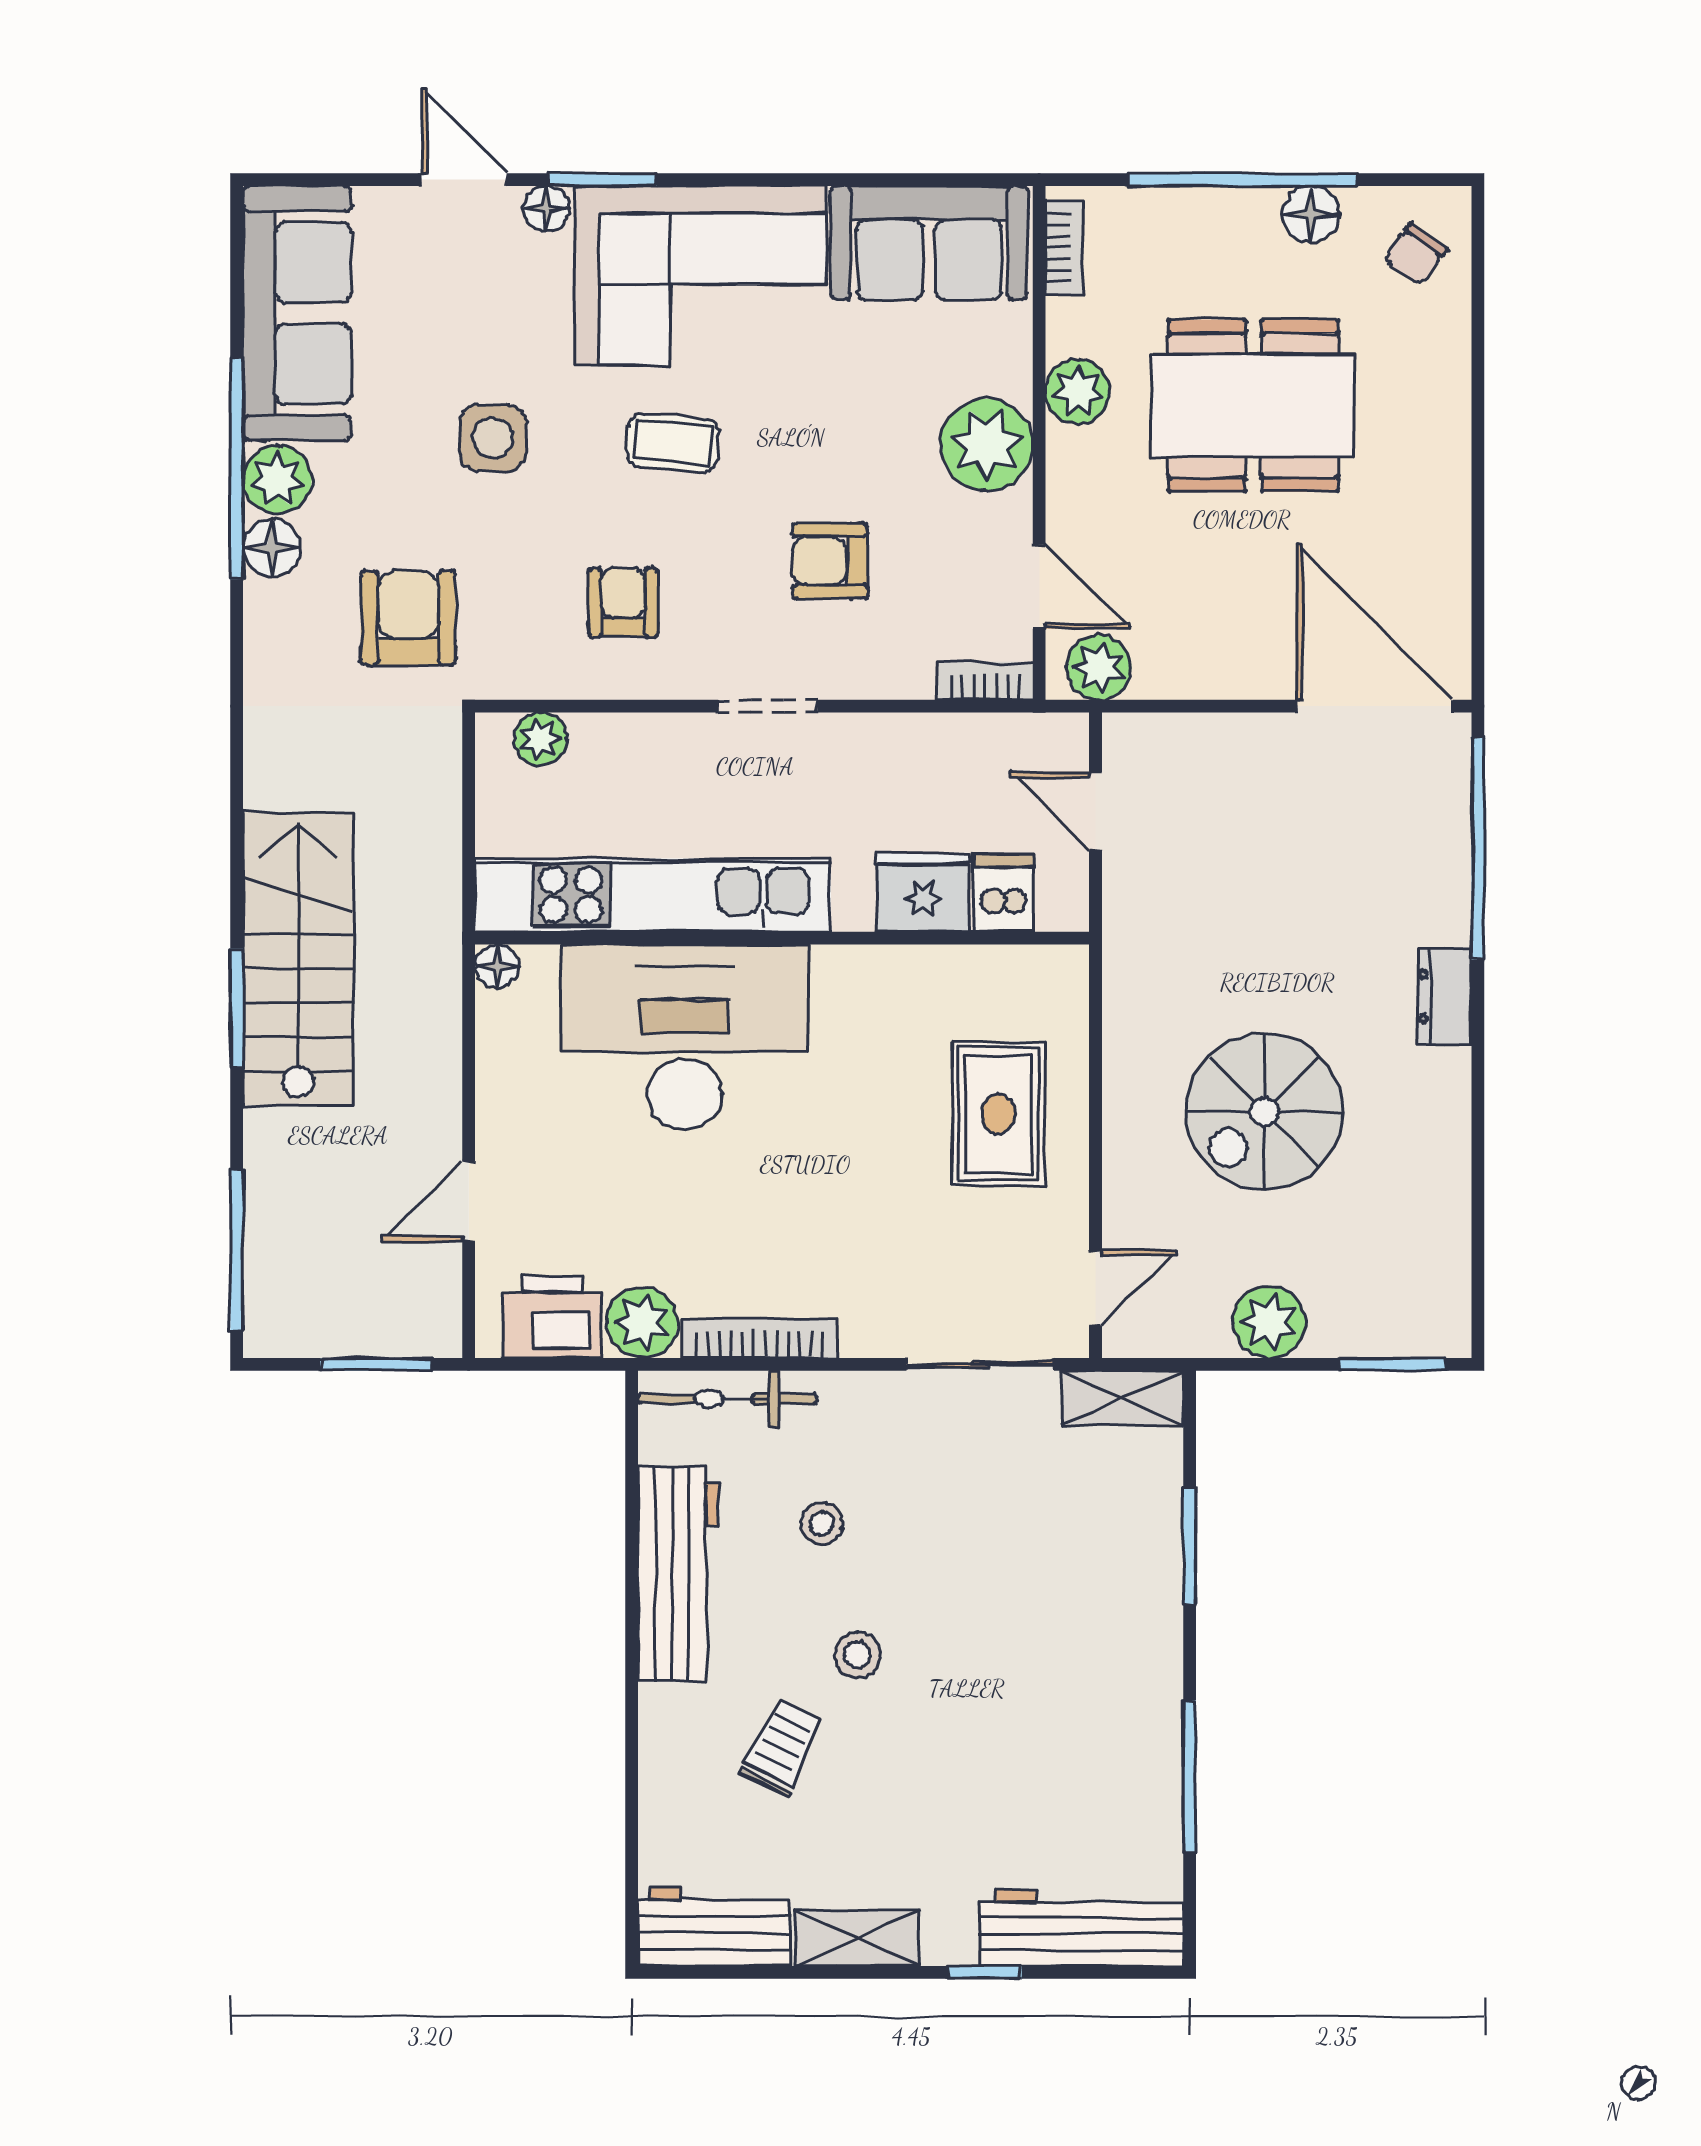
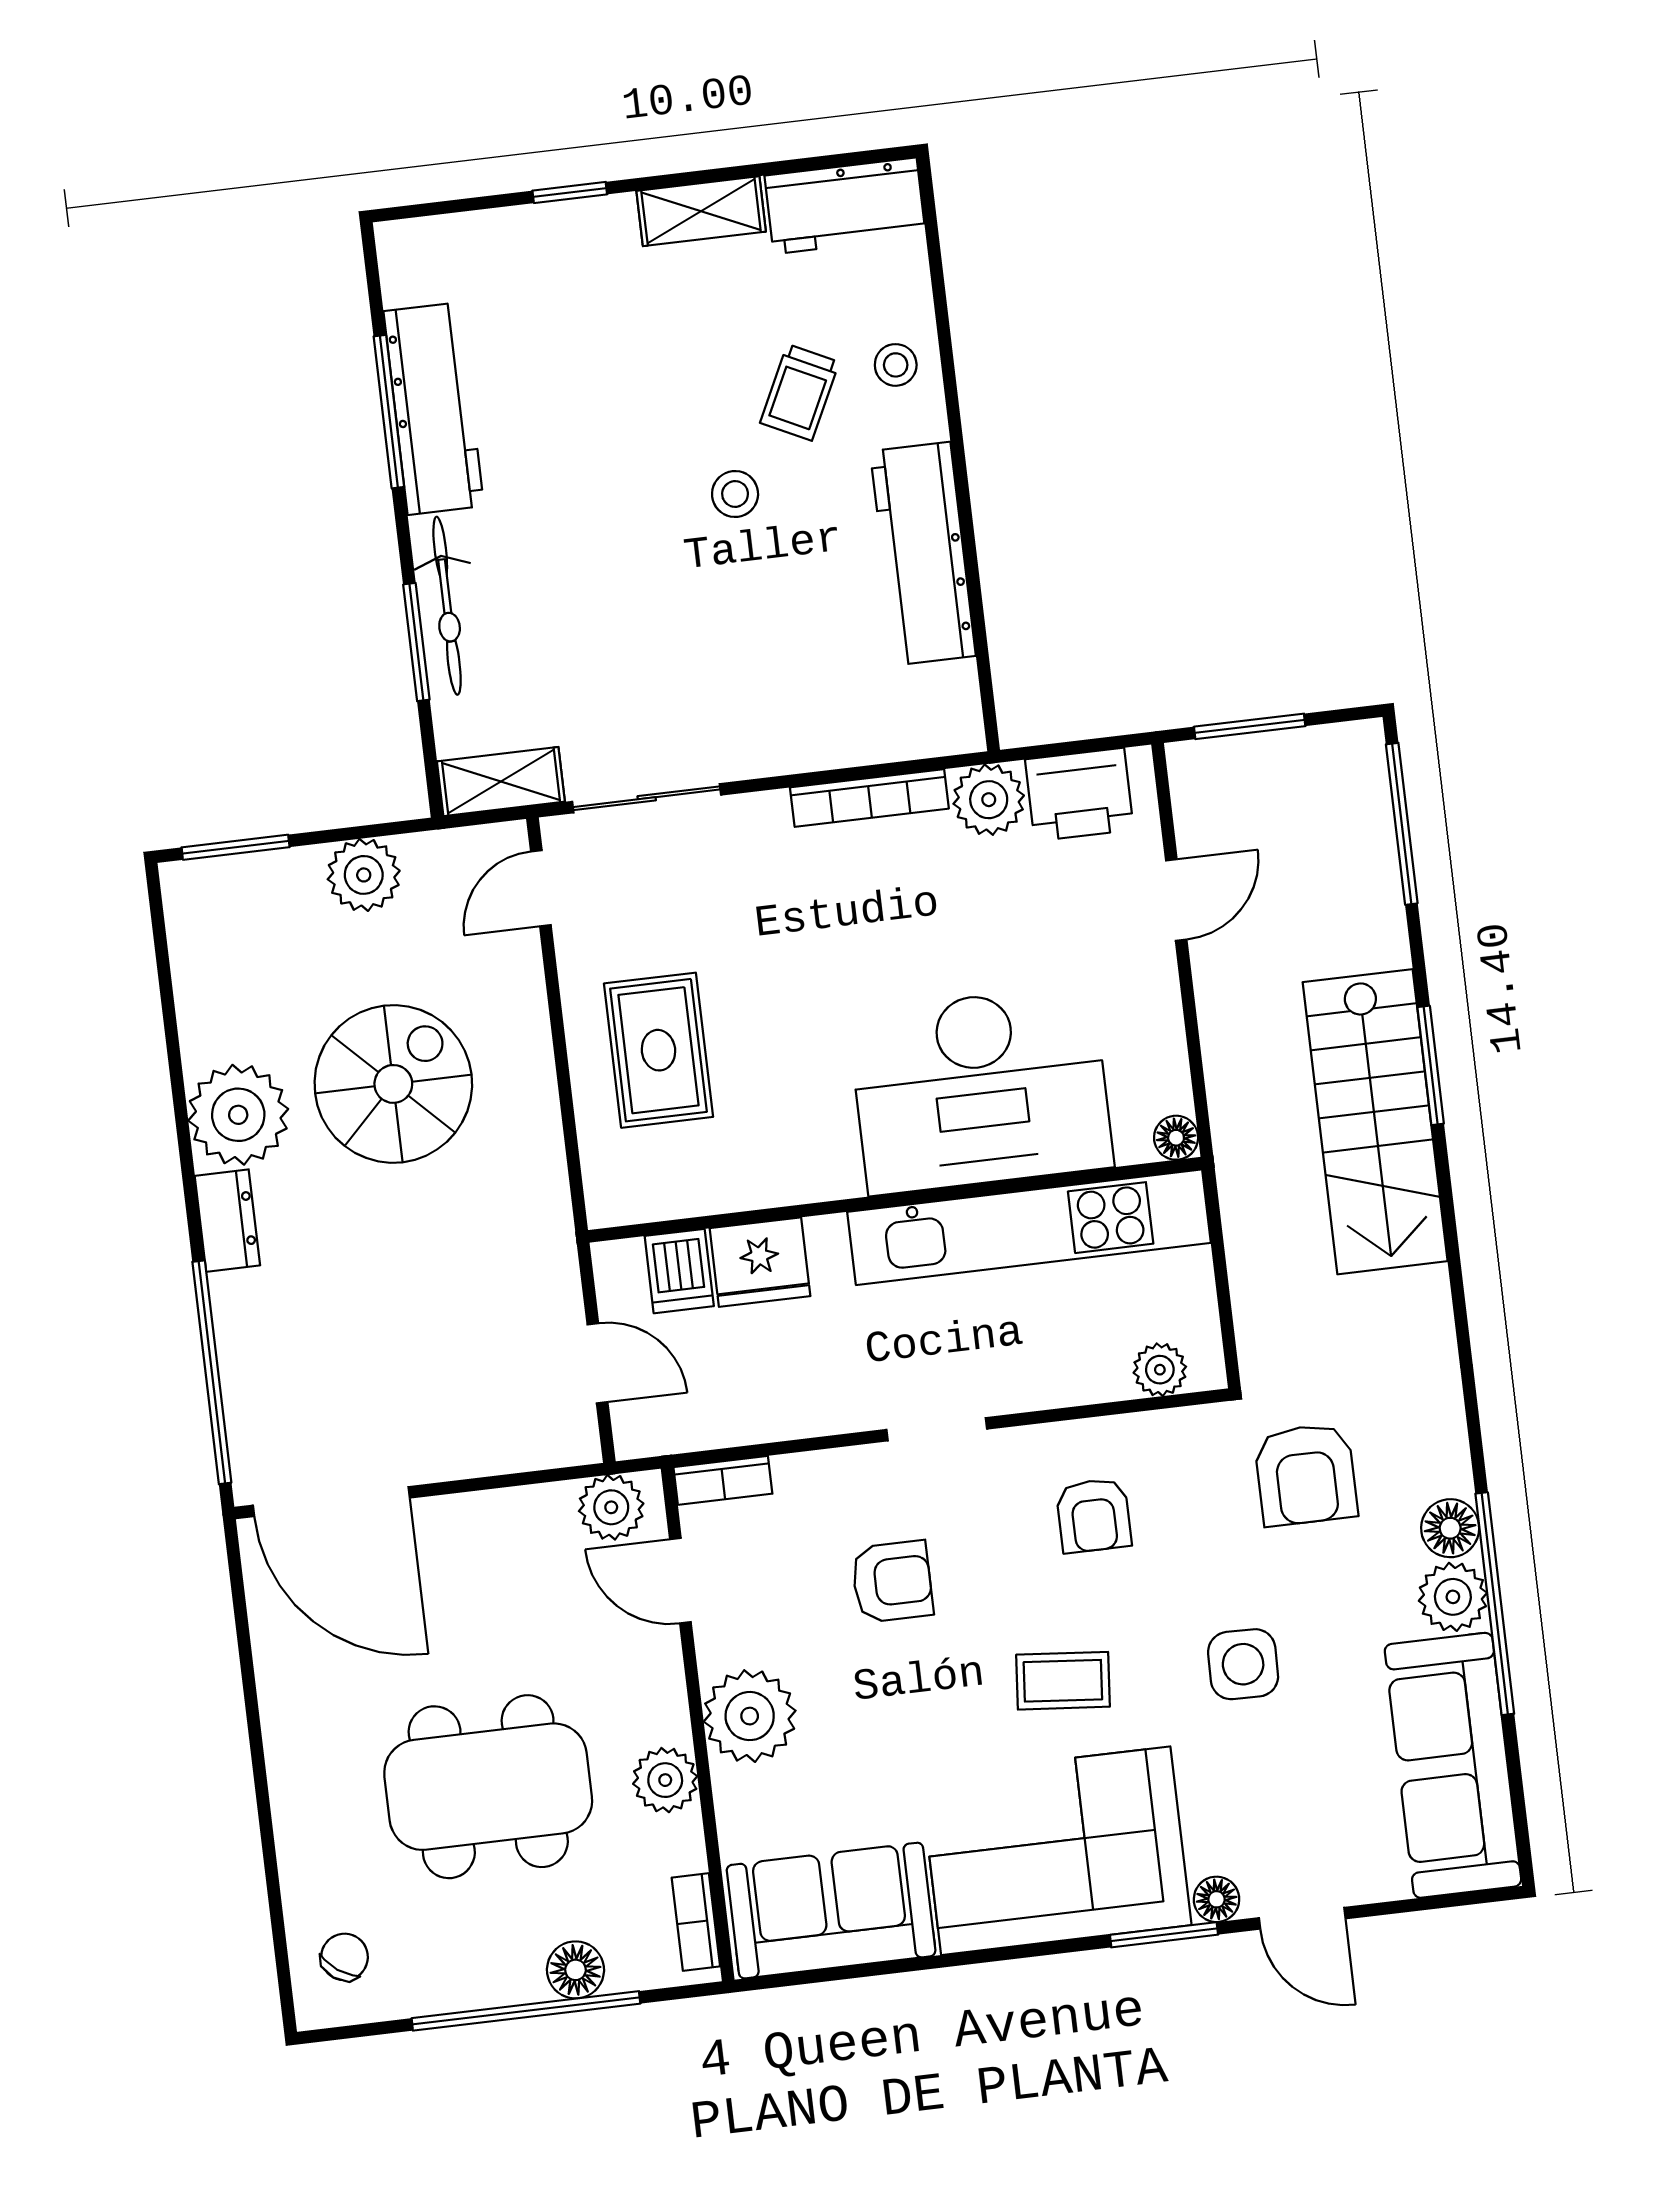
floor lamp: (1311, 214) -> (576, 1970), moved
plant: (1421, 1100) -> (238, 1115), added
bicycle: (727, 1399) -> (447, 606), moved, turned 90
stool: (822, 1523) -> (896, 365), moved
workbench: (1081, 1928) -> (434, 409), moved, turned -90

